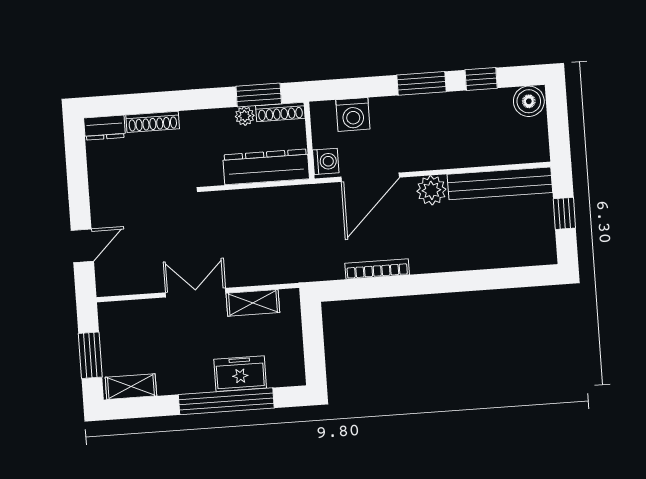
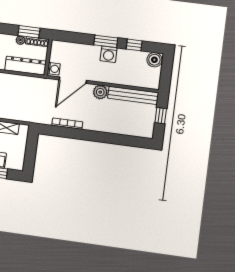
washing machine: (353, 114) -> (109, 54), moved

